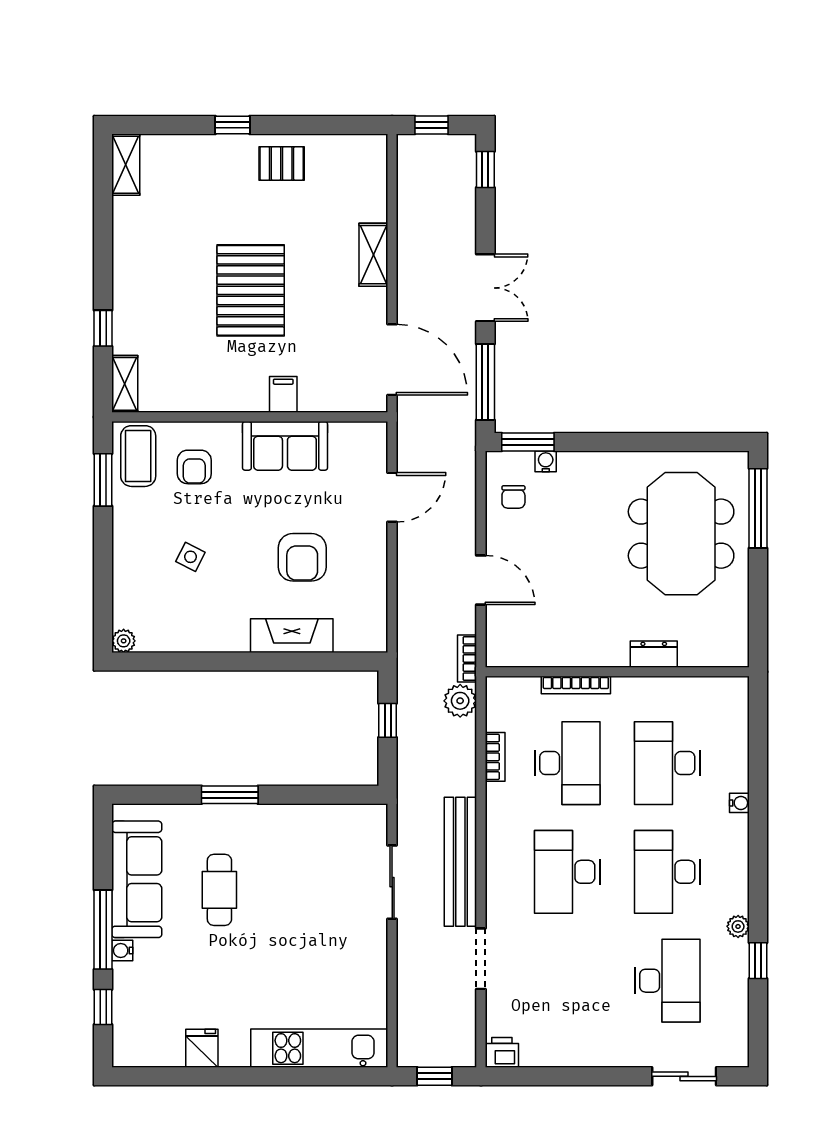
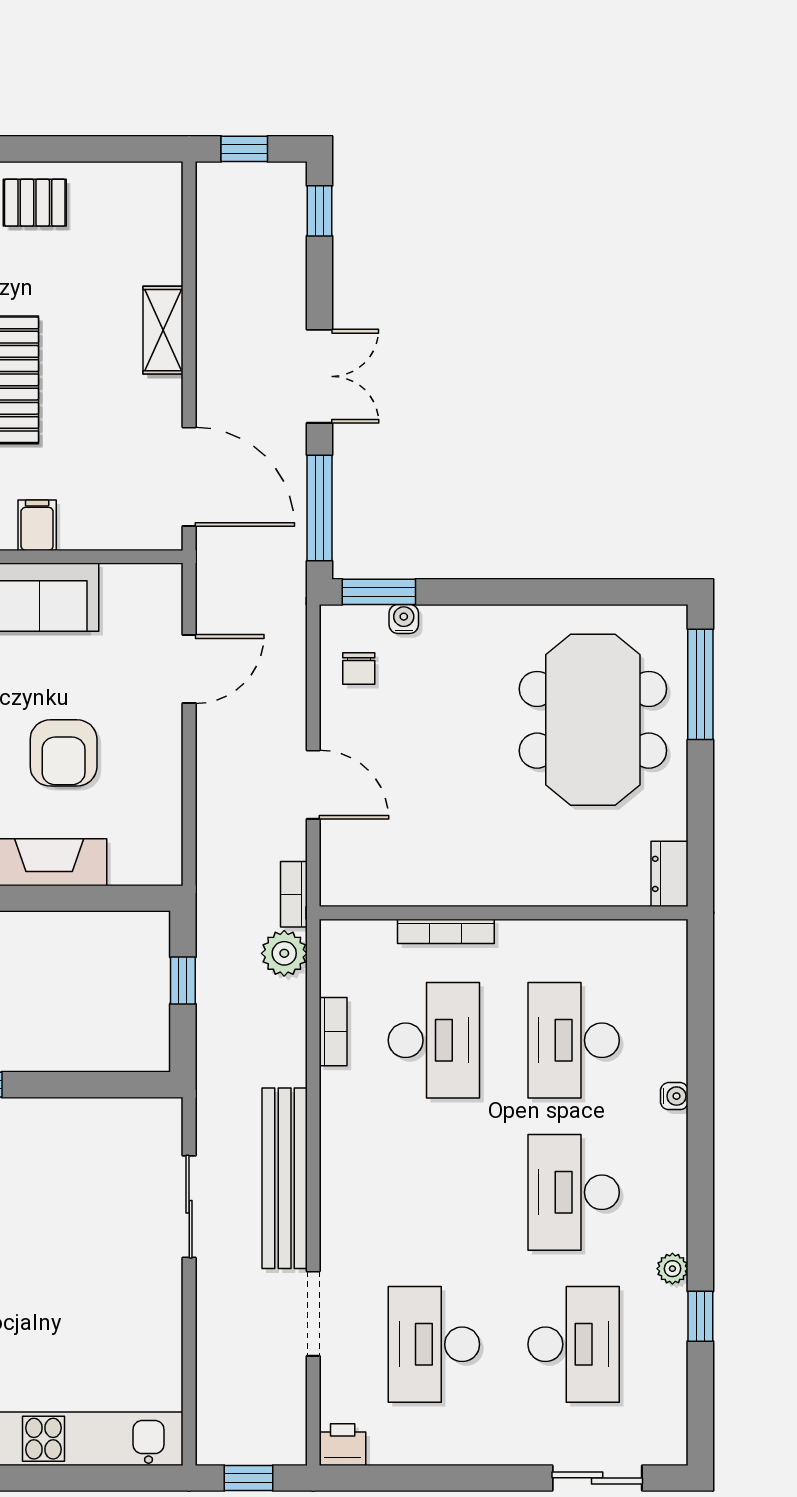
dresser: (654, 654) -> (670, 874), moved, turned -90
desk: (567, 872) -> (434, 1344), moved

